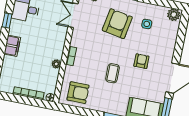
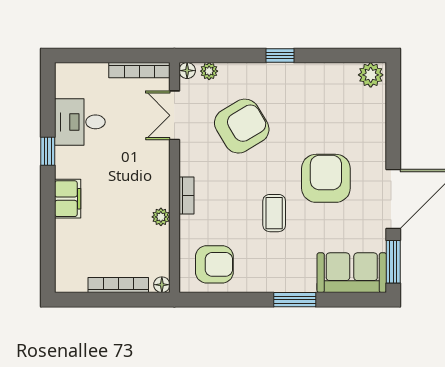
armchair: (117, 24) -> (242, 126), moved, turned 49
side table: (147, 24) -> (322, 104), removed
armchair: (141, 61) -> (326, 178), width x1.88, depth x1.88

